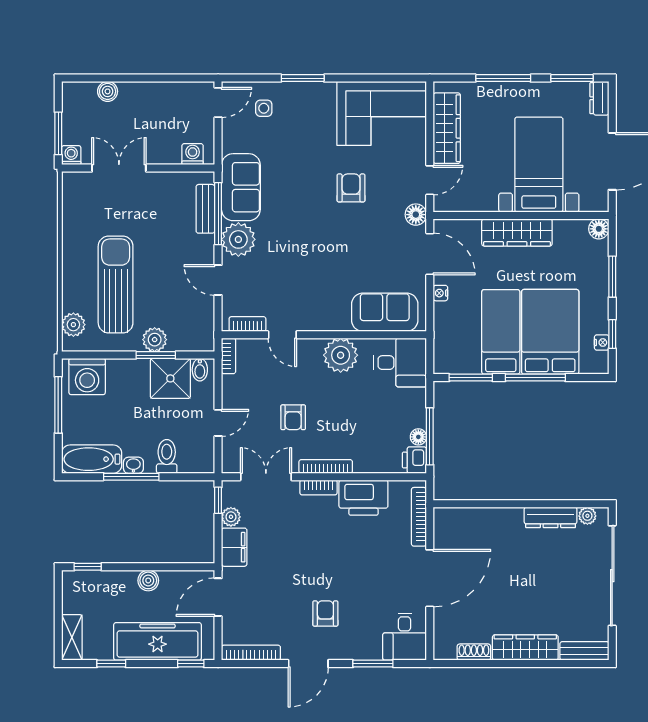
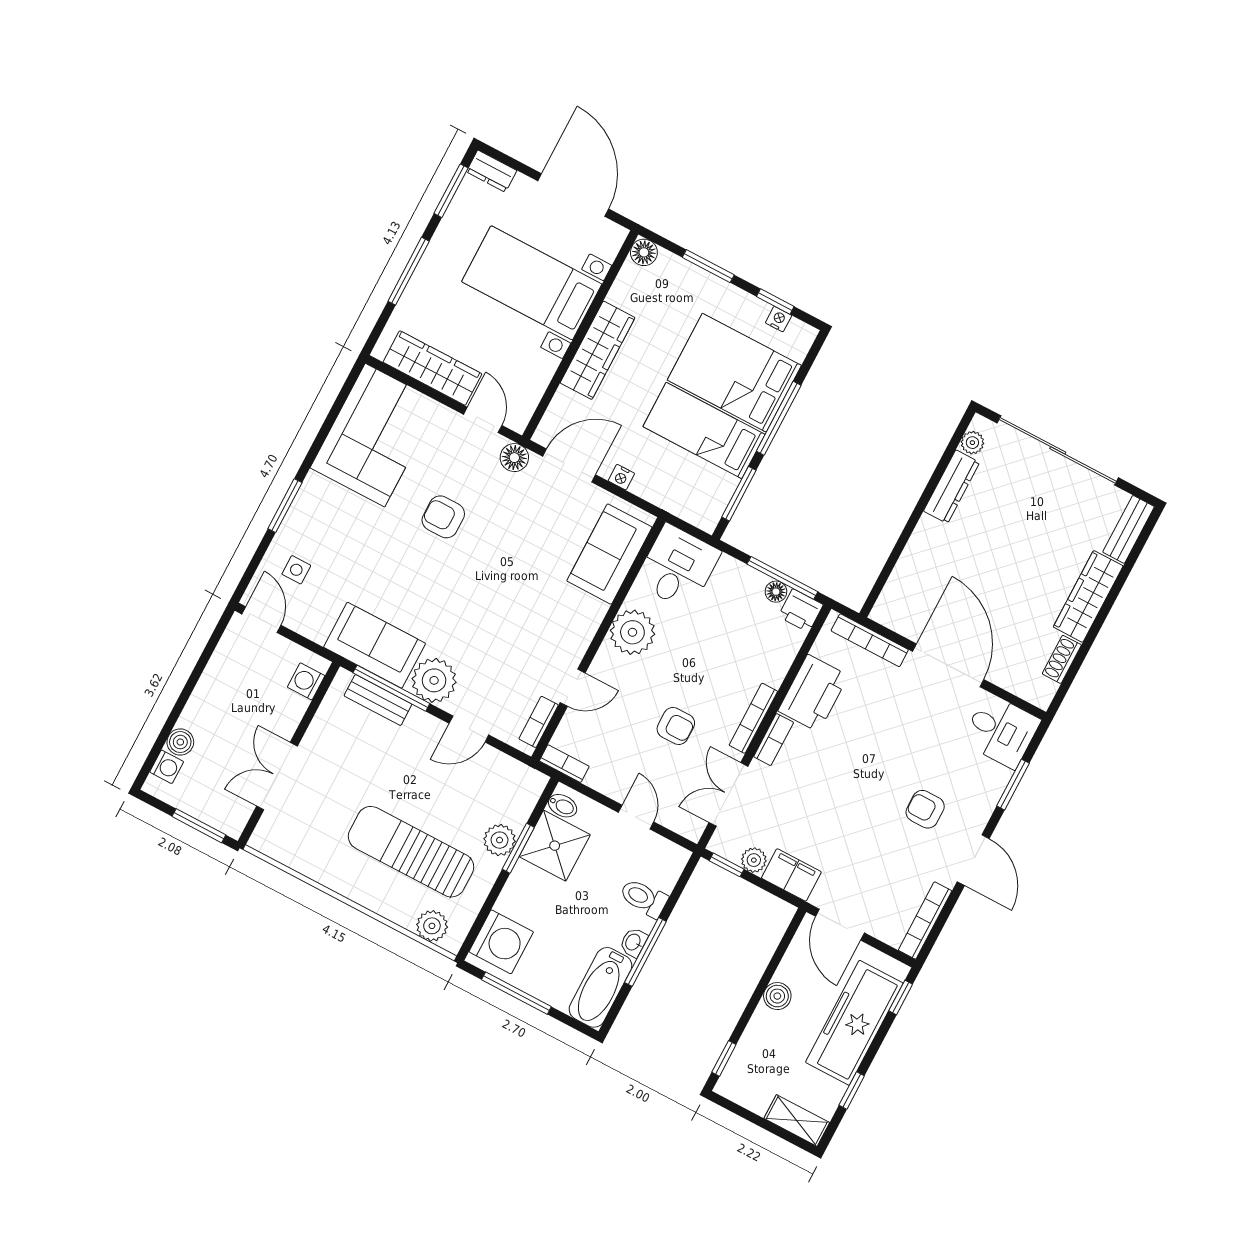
washing machine: (71, 155) -> (167, 767), moved, turned 180

